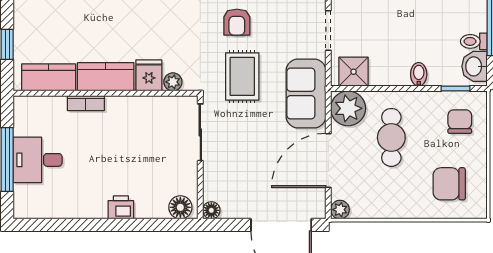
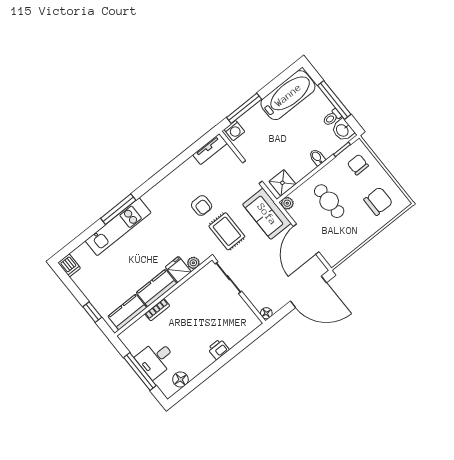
plant: (348, 108) -> (287, 203), width x0.53, depth x0.53
chair: (449, 184) -> (378, 201), turned 180
floor lamp: (180, 207) -> (180, 379), moved
plant: (340, 210) -> (332, 260), removed

